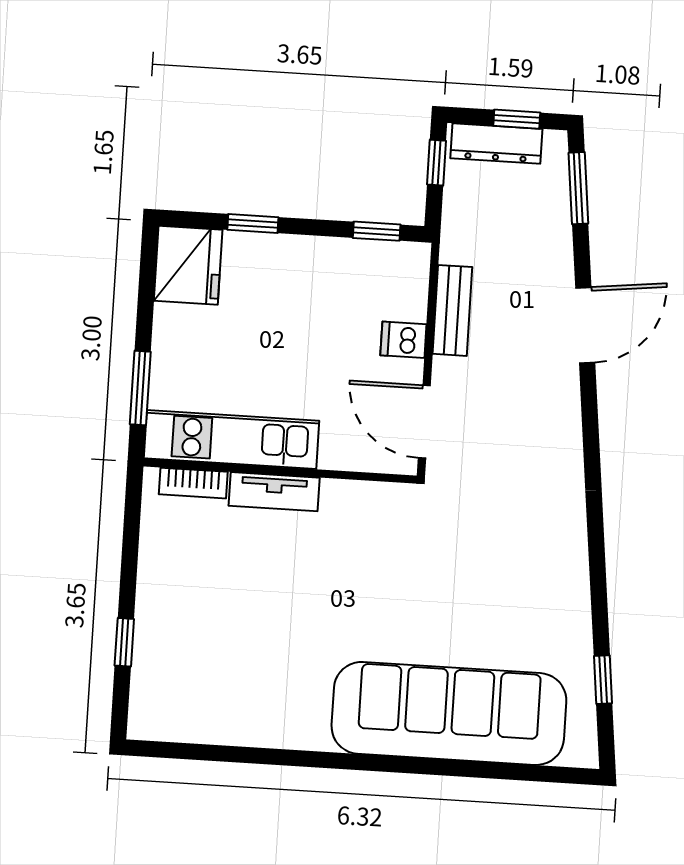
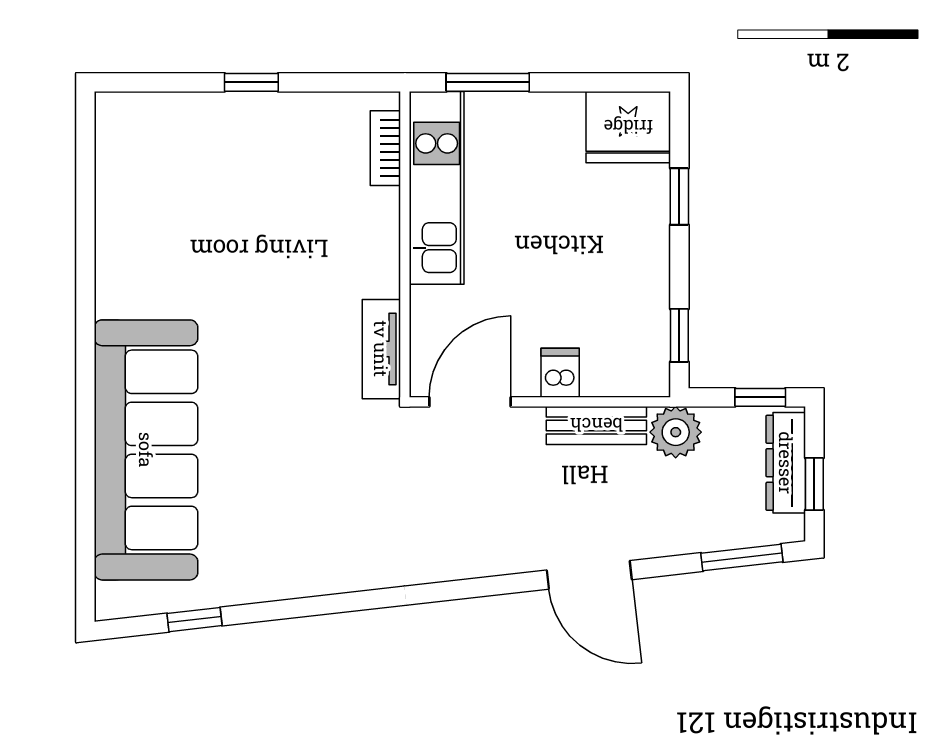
plant: (463, 240) -> (676, 432), added
tv unit: (274, 492) -> (381, 349), moved
window: (124, 642) -> (251, 82), moved

